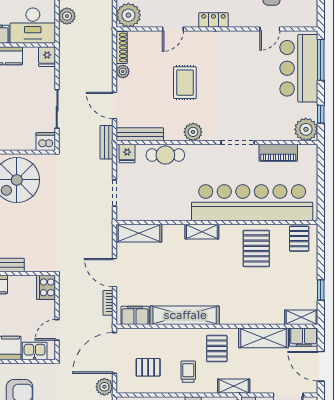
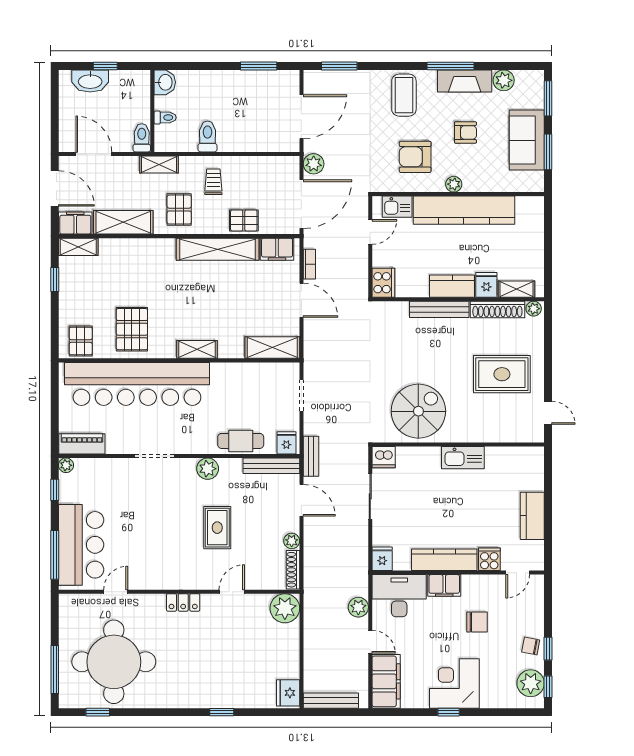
plant: (306, 129) -> (66, 465), width x0.53, depth x0.53
piano: (278, 153) -> (82, 444), moved
pallet: (148, 367) -> (244, 220), moved
trolley: (188, 372) -> (213, 182), turned 180

